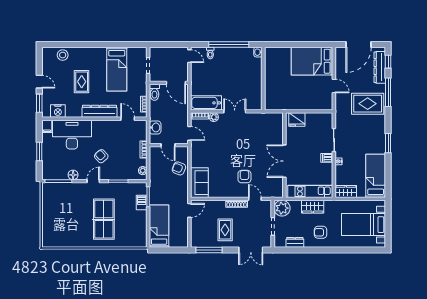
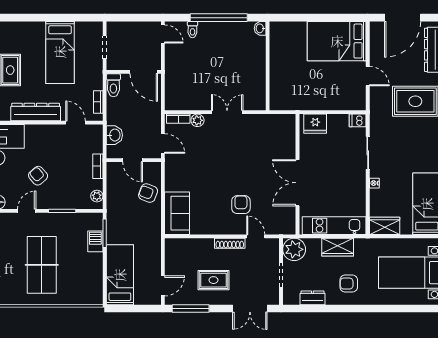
bathtub: (206, 103) -> (186, 100), removed
dishwasher: (327, 158) -> (358, 120), moved
door: (189, 210) -> (163, 286), moved
rug: (225, 230) -> (213, 280), turned 90

